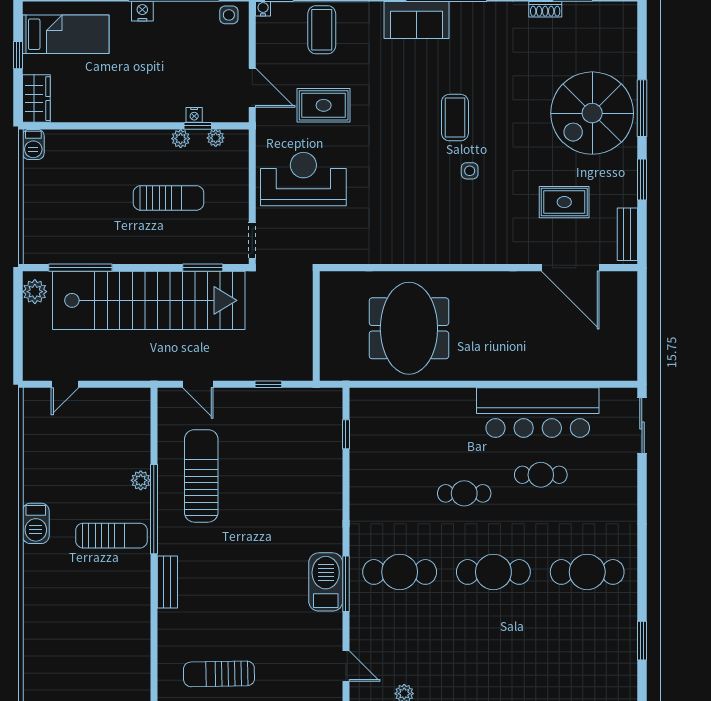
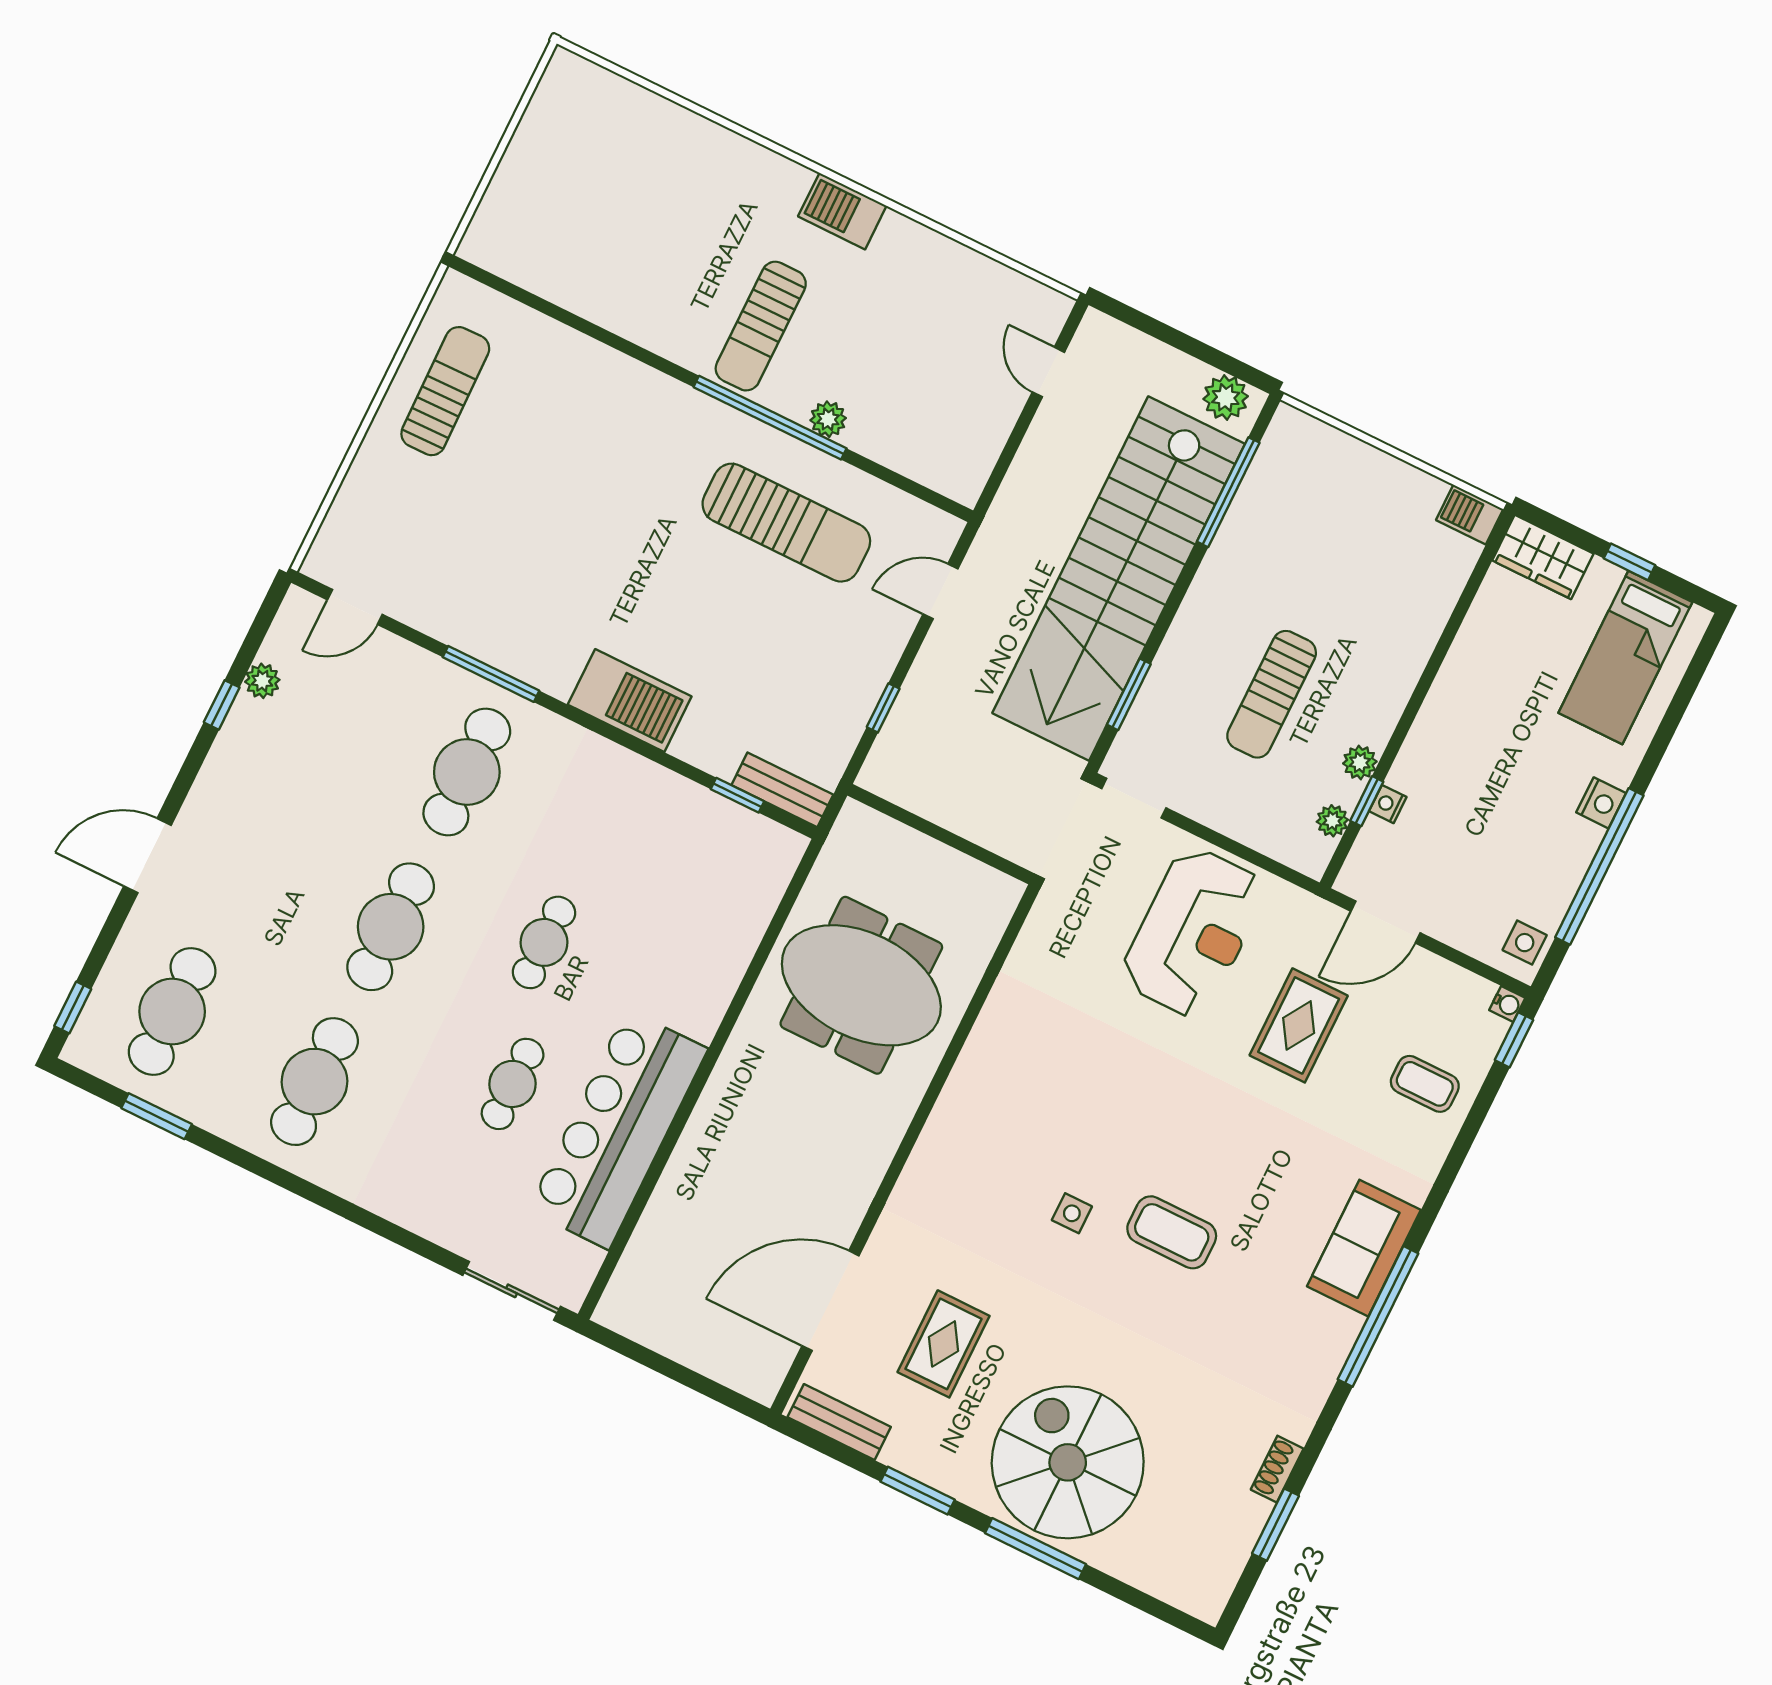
coffee table: (322, 30) -> (1425, 1084), width x0.73, depth x0.77
bench: (167, 582) -> (782, 790), moved
barbecue: (326, 582) -> (630, 701), moved
cafe table: (587, 658) -> (172, 1012), added

